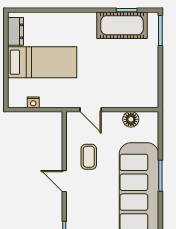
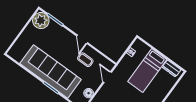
door: (91, 110) -> (107, 77), hinge flipped
door: (64, 181) -> (82, 39), swing flipped

